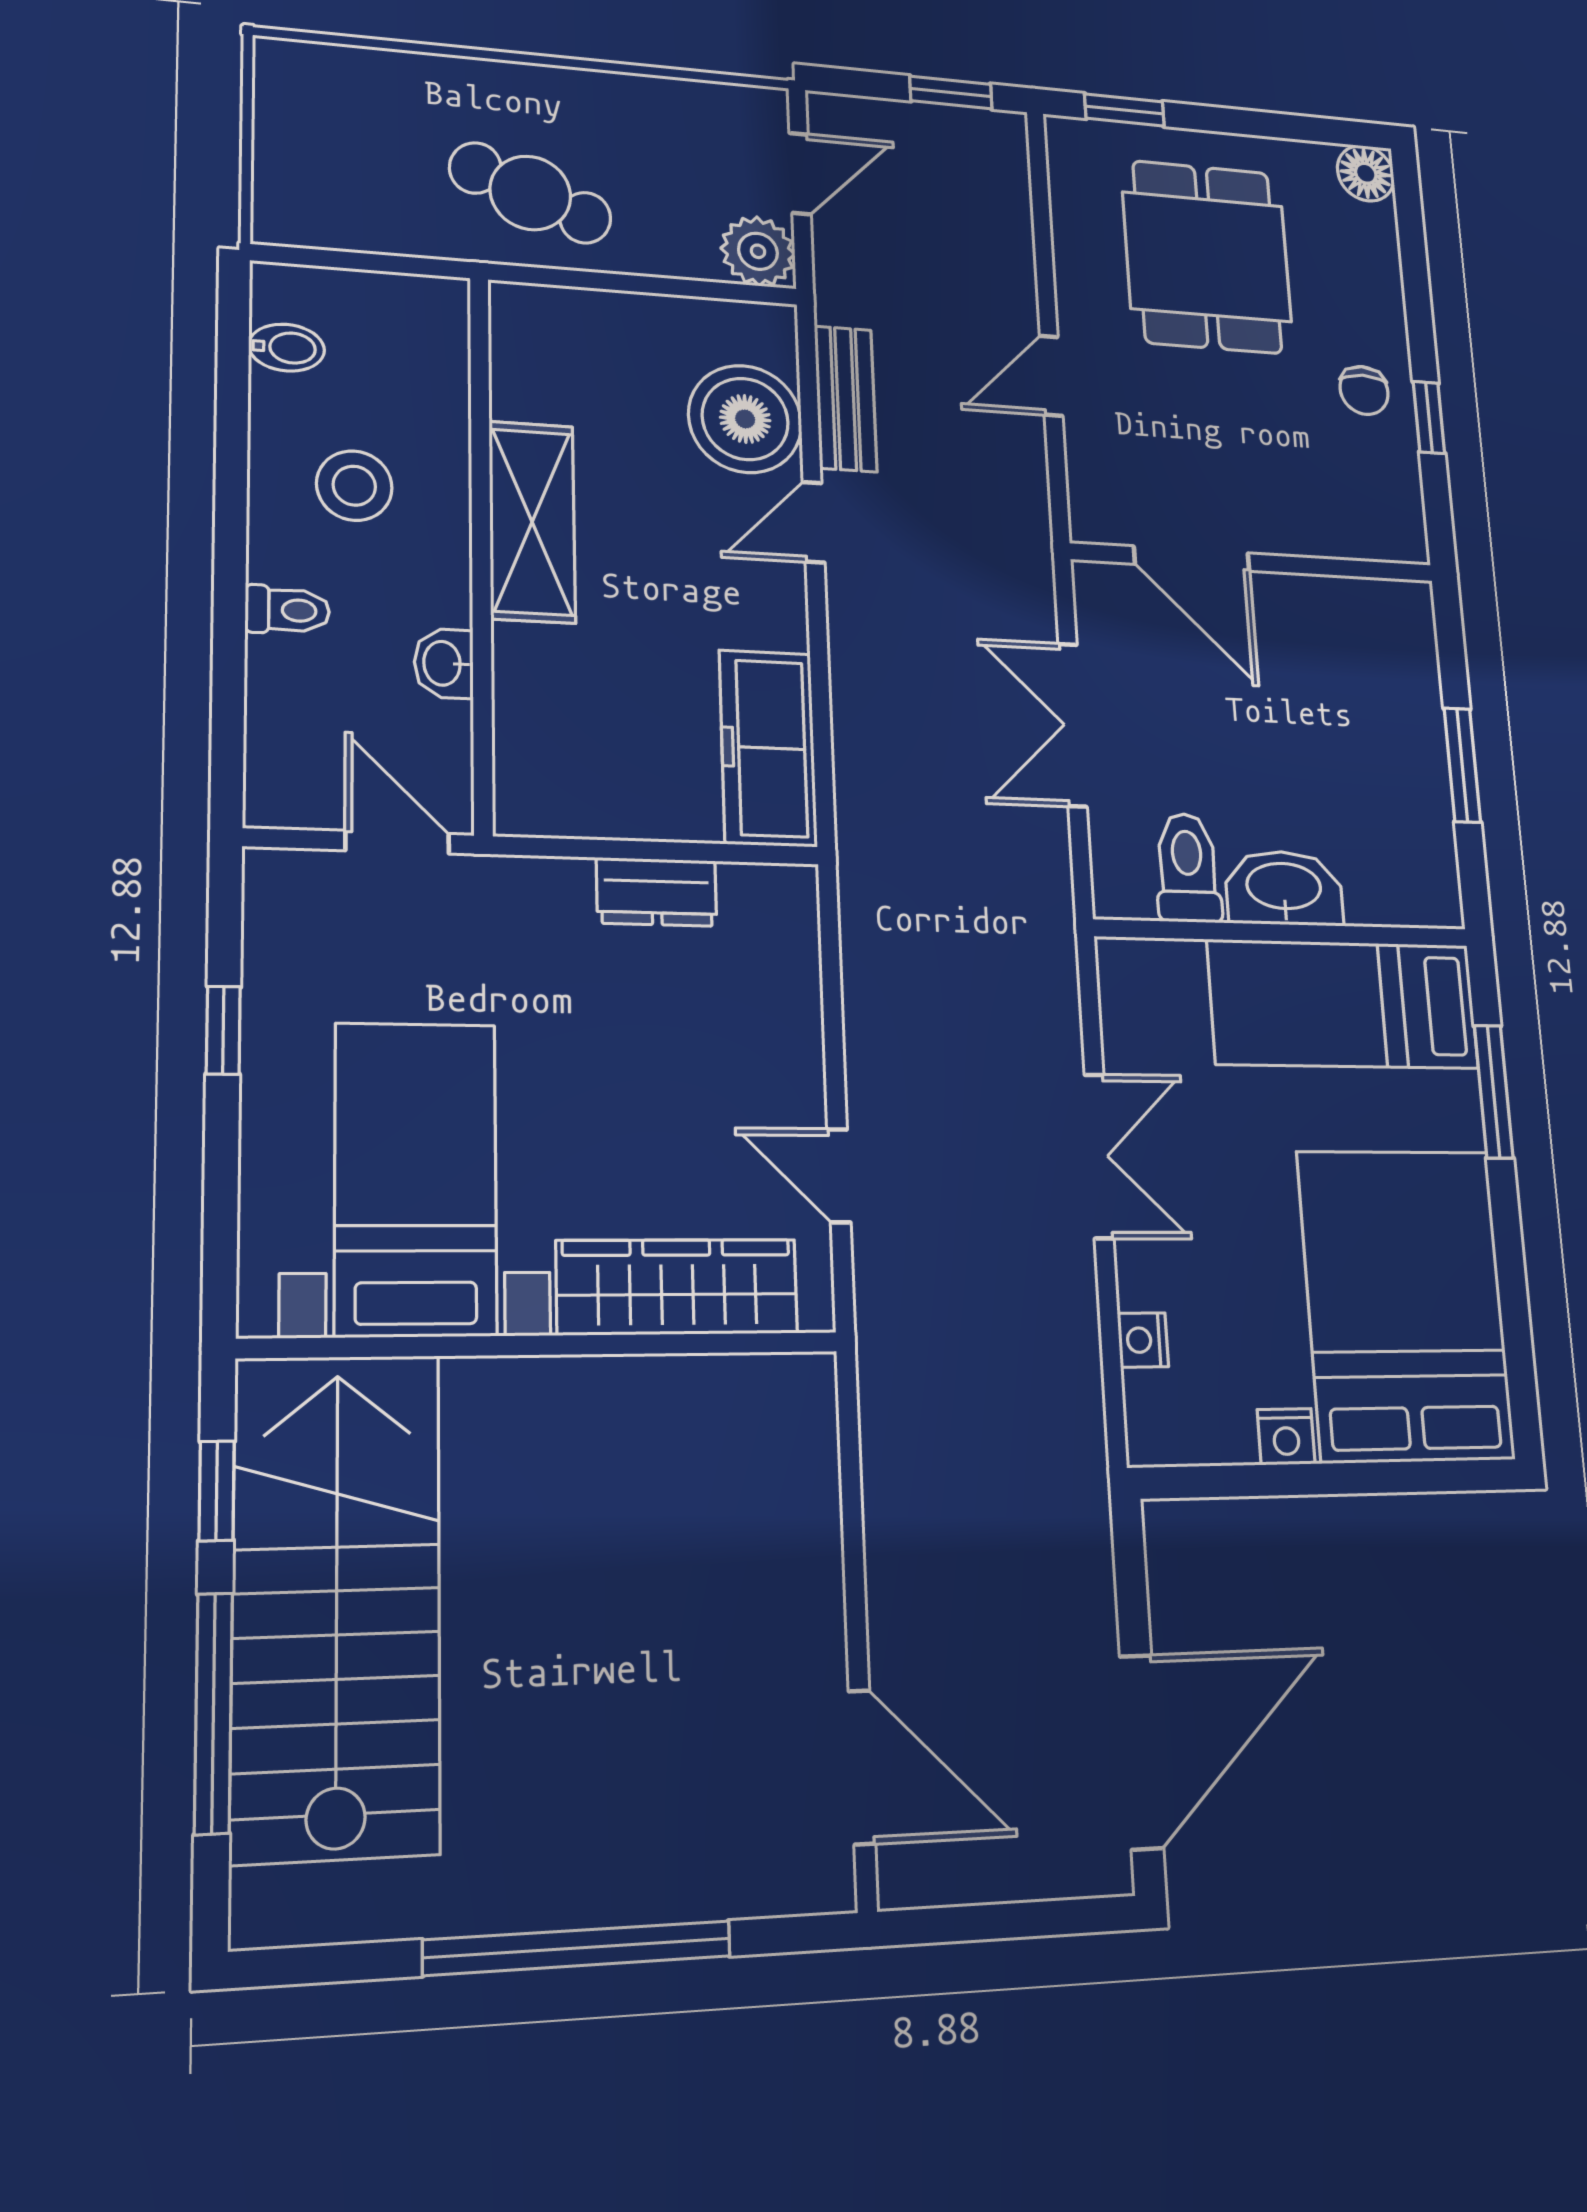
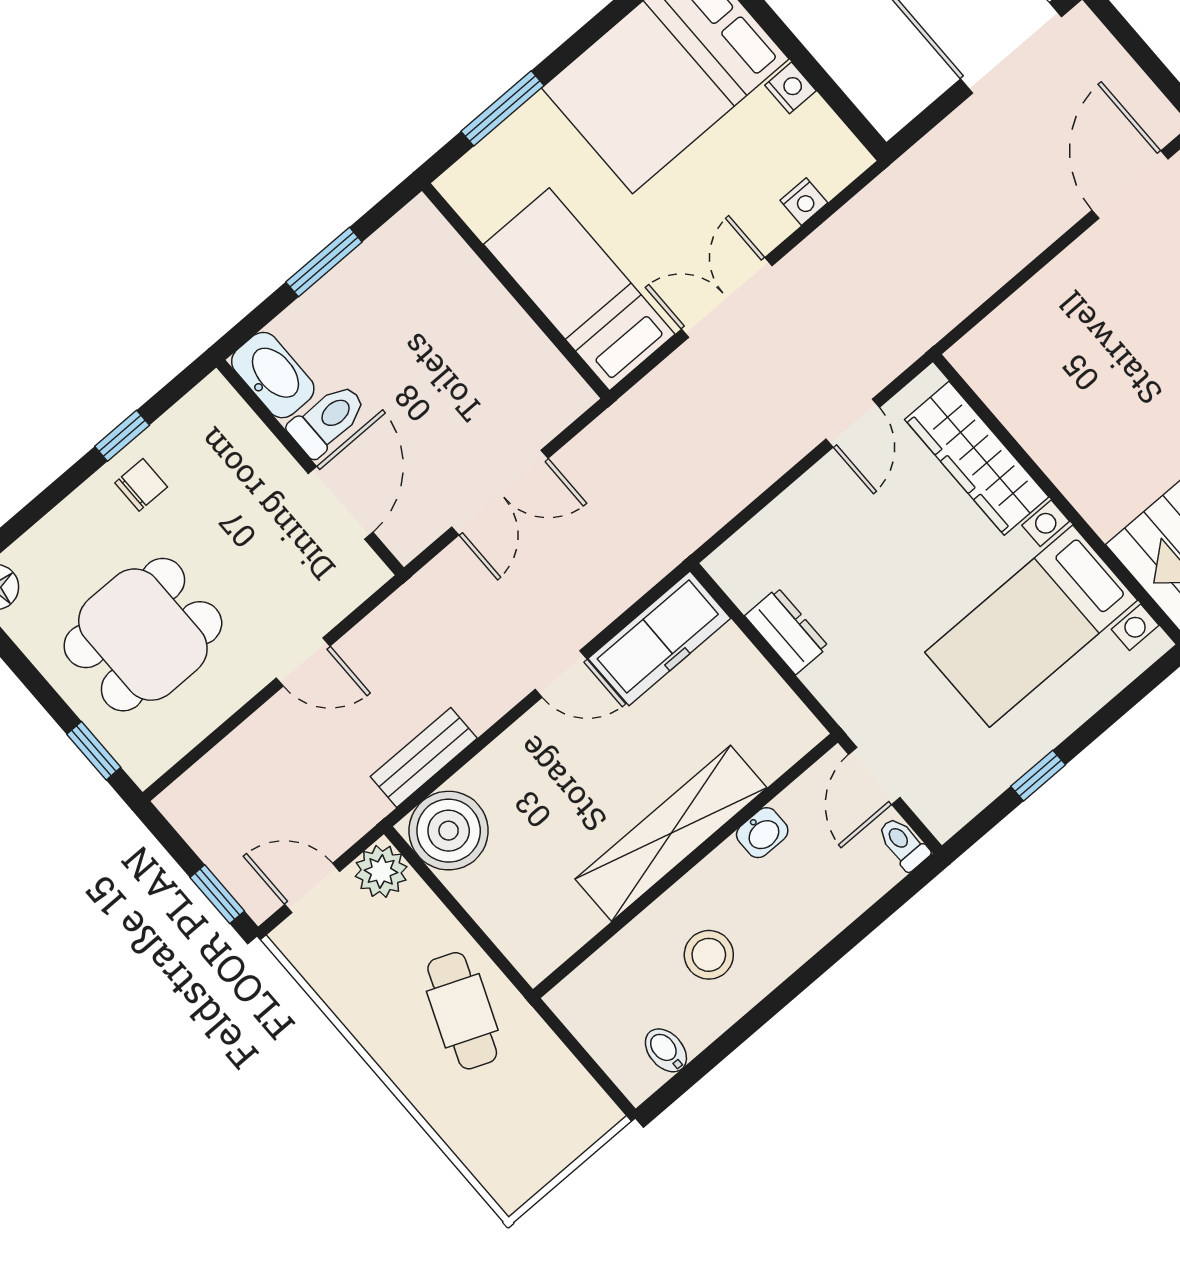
window: (951, 92) -> (217, 894), moved
boiler: (745, 419) -> (449, 831), moved
shelving: (532, 522) -> (671, 833), width x1.47
door: (814, 522) -> (561, 674), moved
toilet: (287, 610) -> (903, 844), moved
toilet: (1188, 868) -> (327, 420), moved, turned 180
washbasin: (1284, 888) -> (273, 375), moved, turned 180
bed: (1343, 1004) -> (579, 289), moved, turned 180

